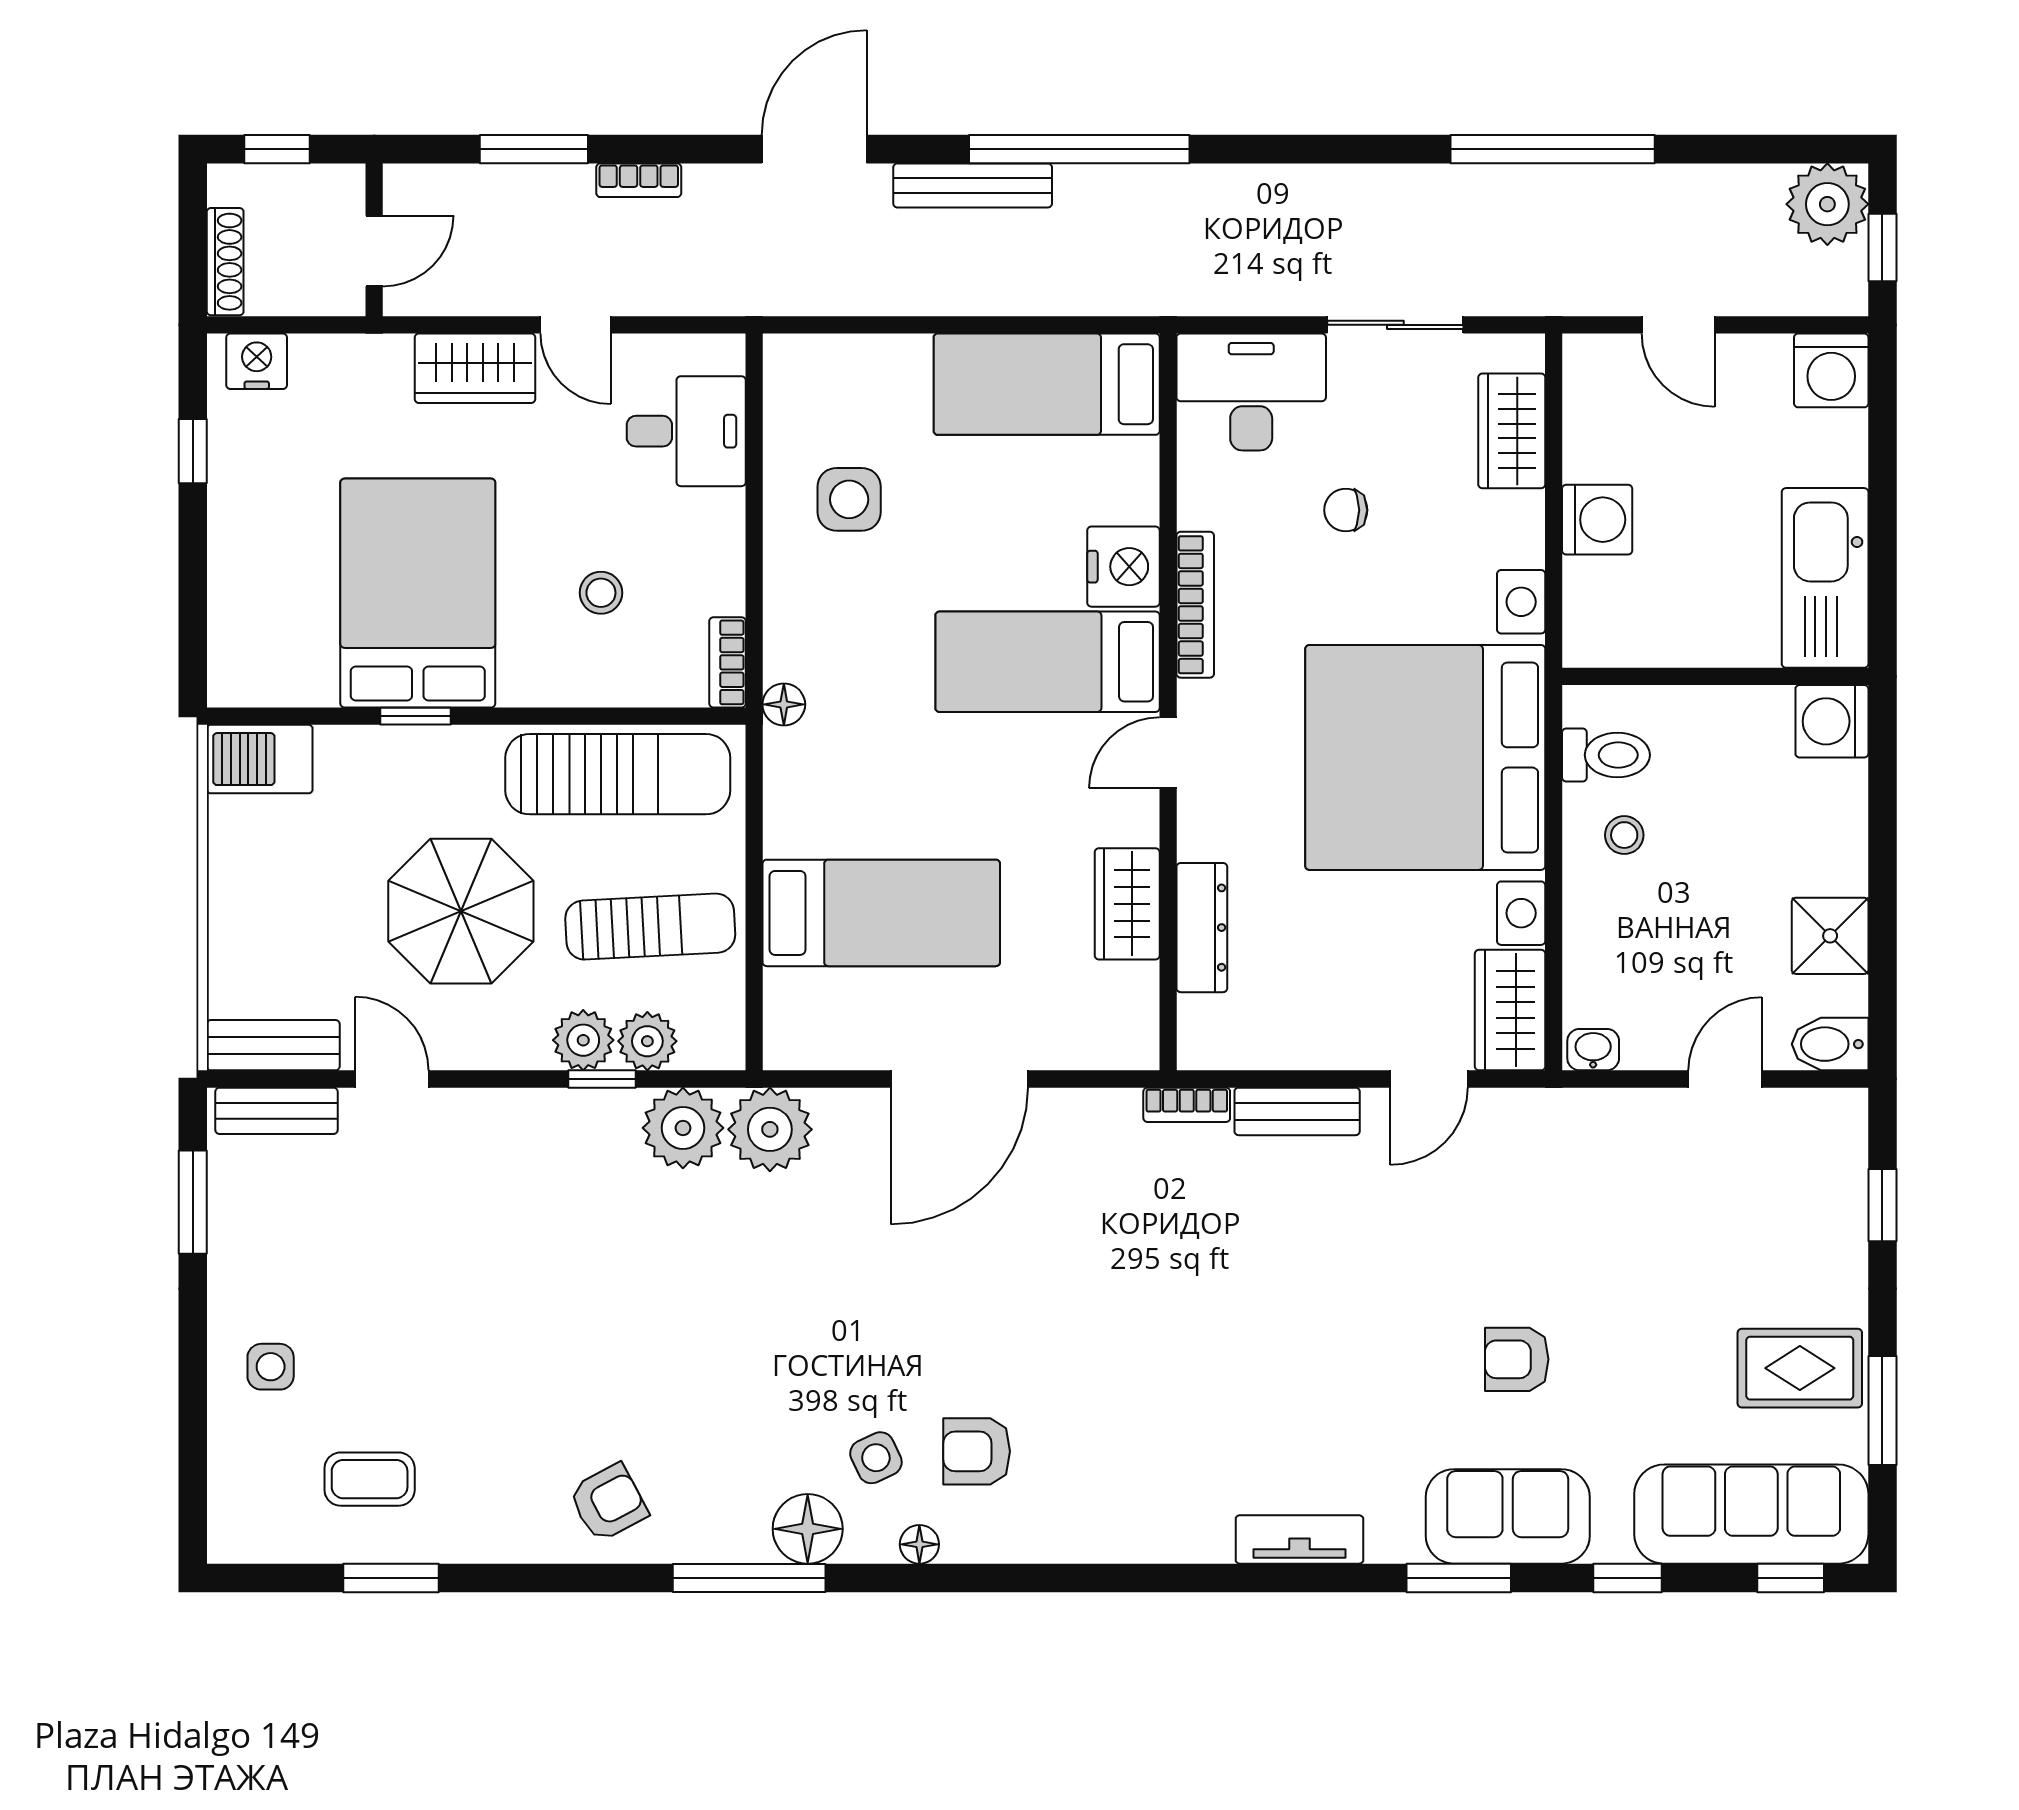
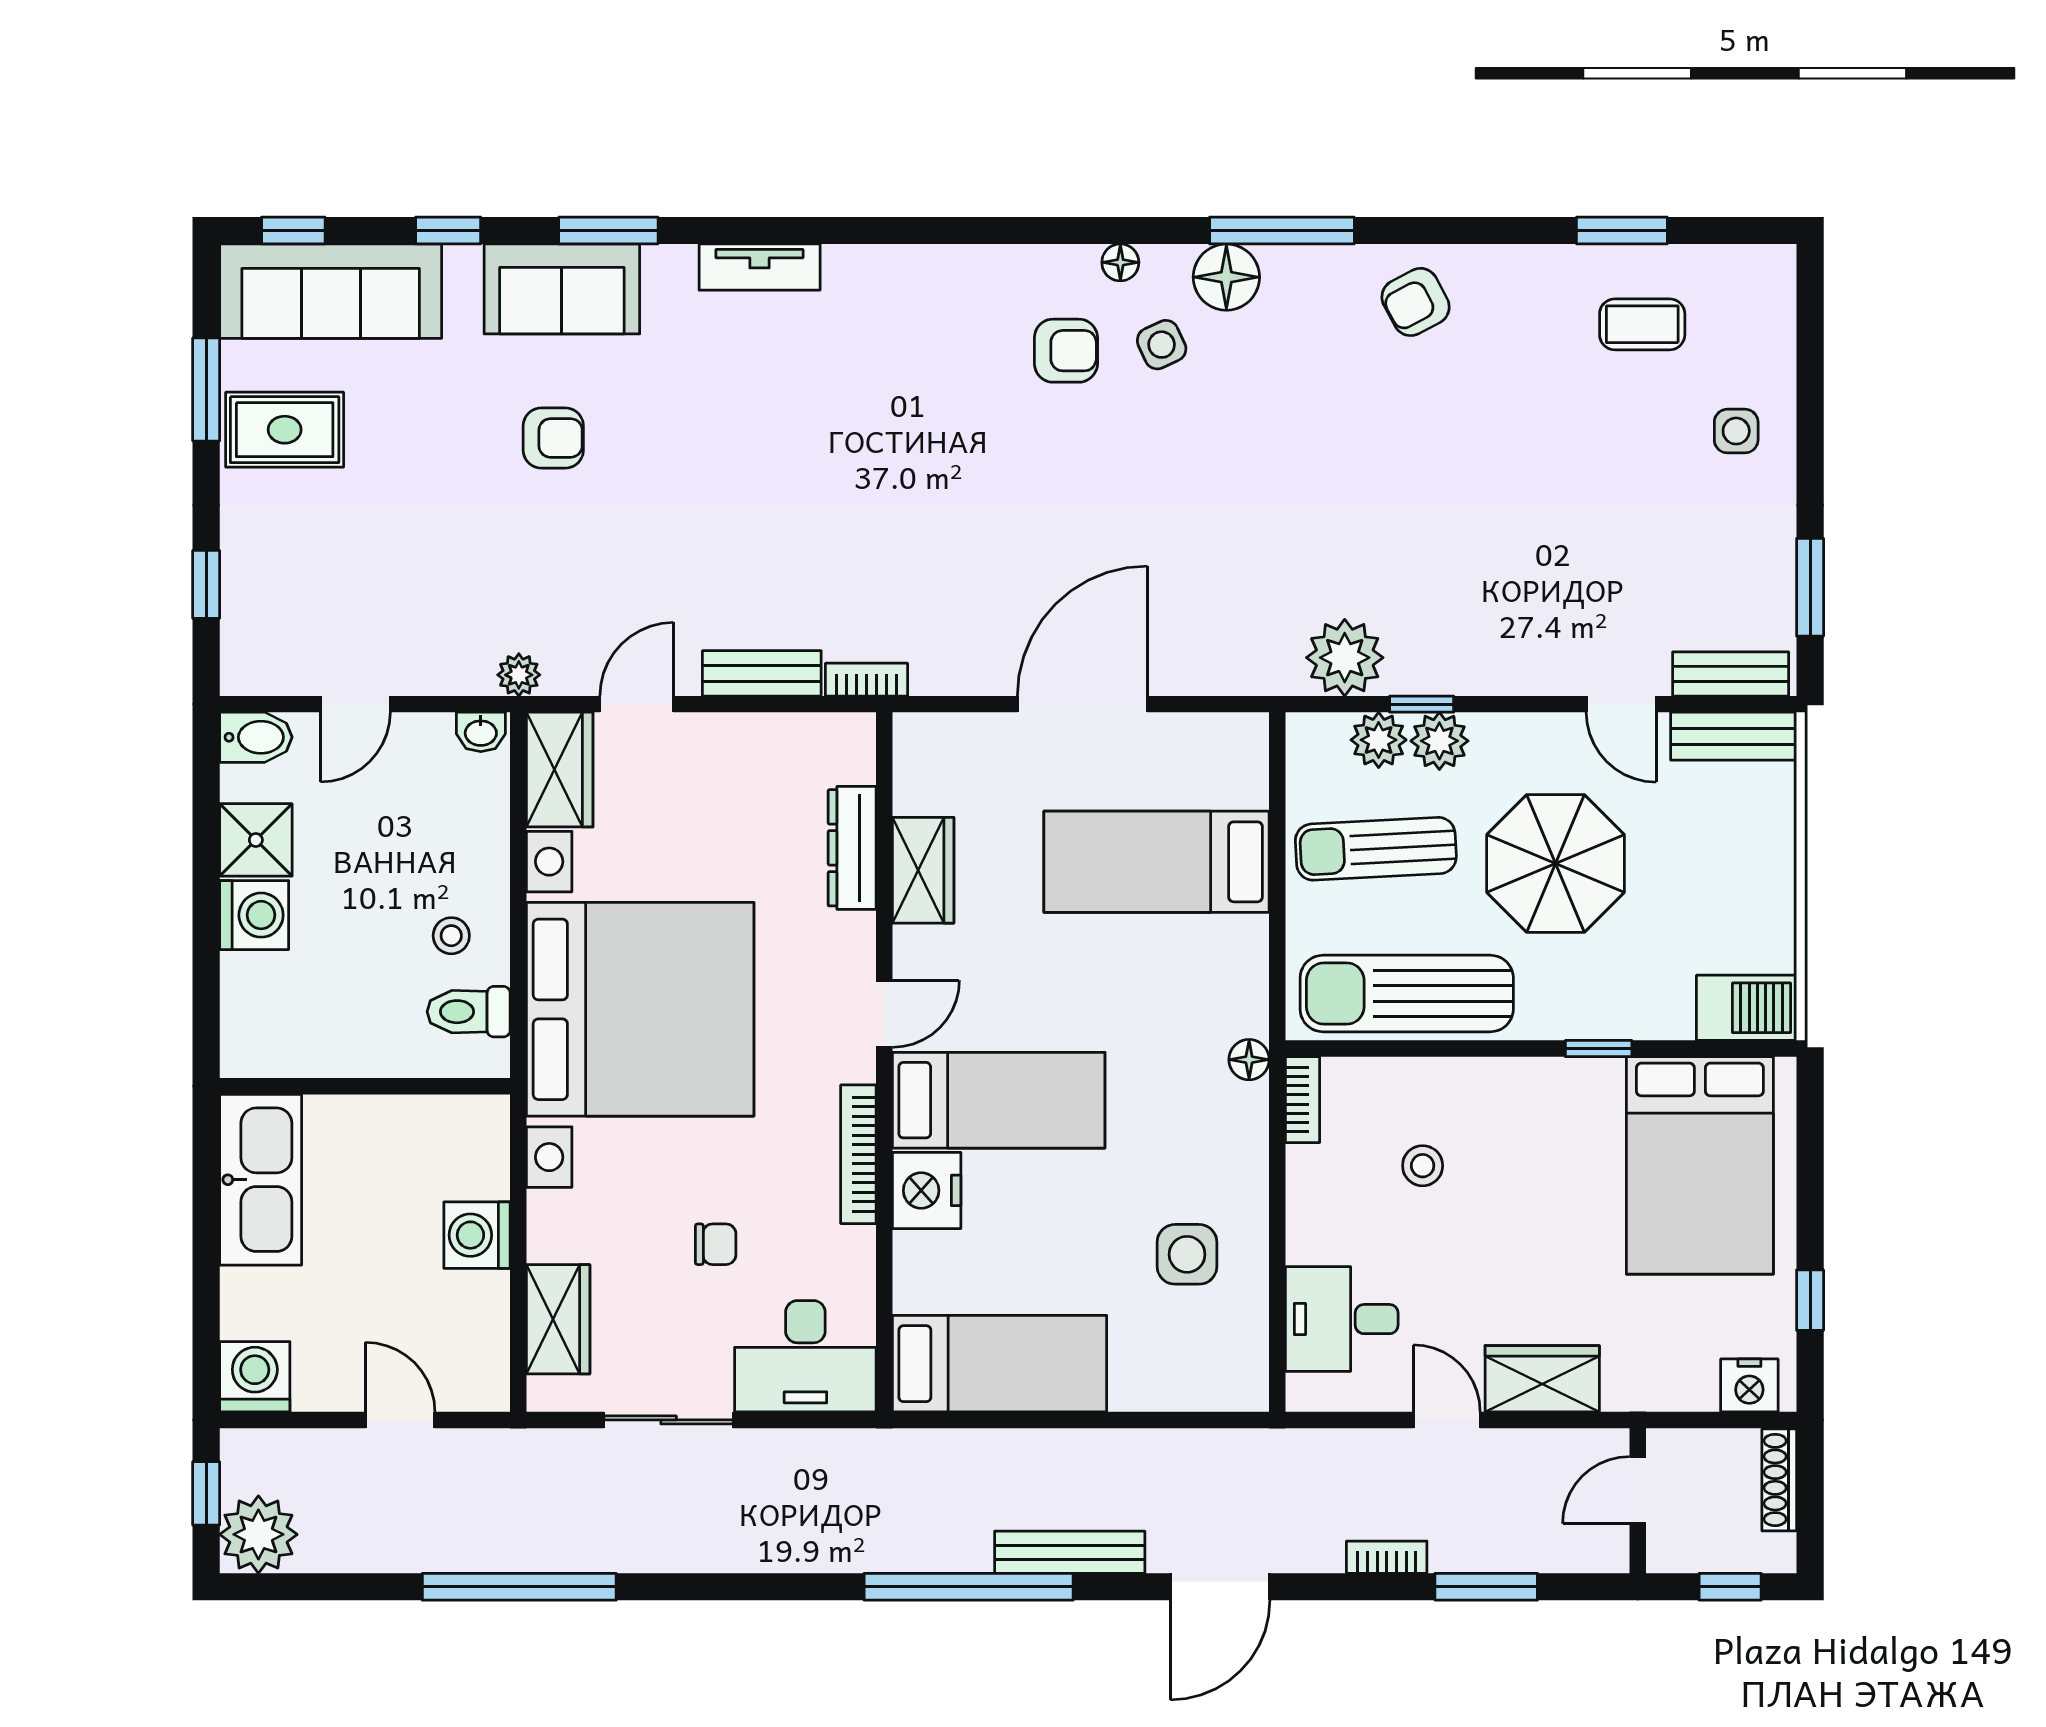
bed: (418, 593) -> (1700, 1165), moved
washing machine: (1832, 721) -> (254, 915), moved
plant: (770, 1129) -> (519, 675), moved, width x0.53, depth x0.53

